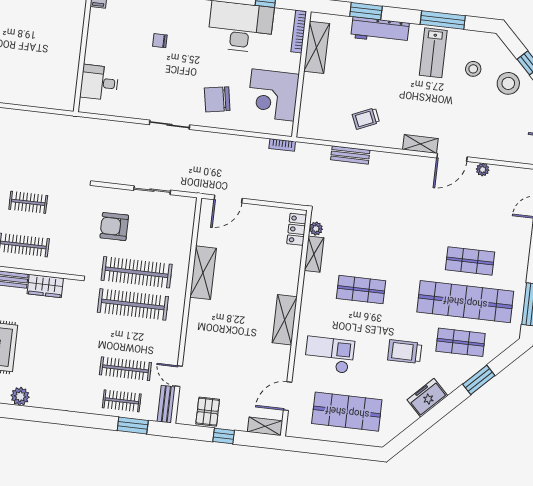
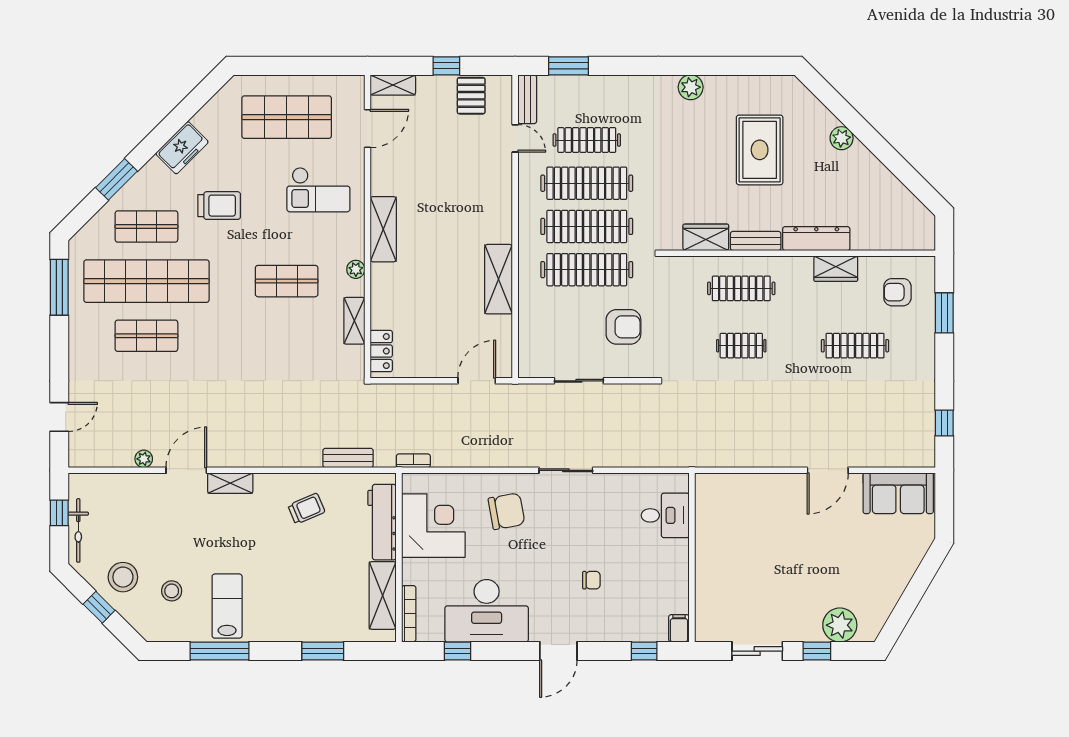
workbench: (380, 30) -> (382, 522), moved, turned -90
bench: (350, 155) -> (348, 458), moved
plant: (316, 229) -> (356, 269), moved
plant: (20, 396) -> (691, 87), moved
clothes rail: (122, 401) -> (587, 183), moved, width x1.86, depth x1.31

